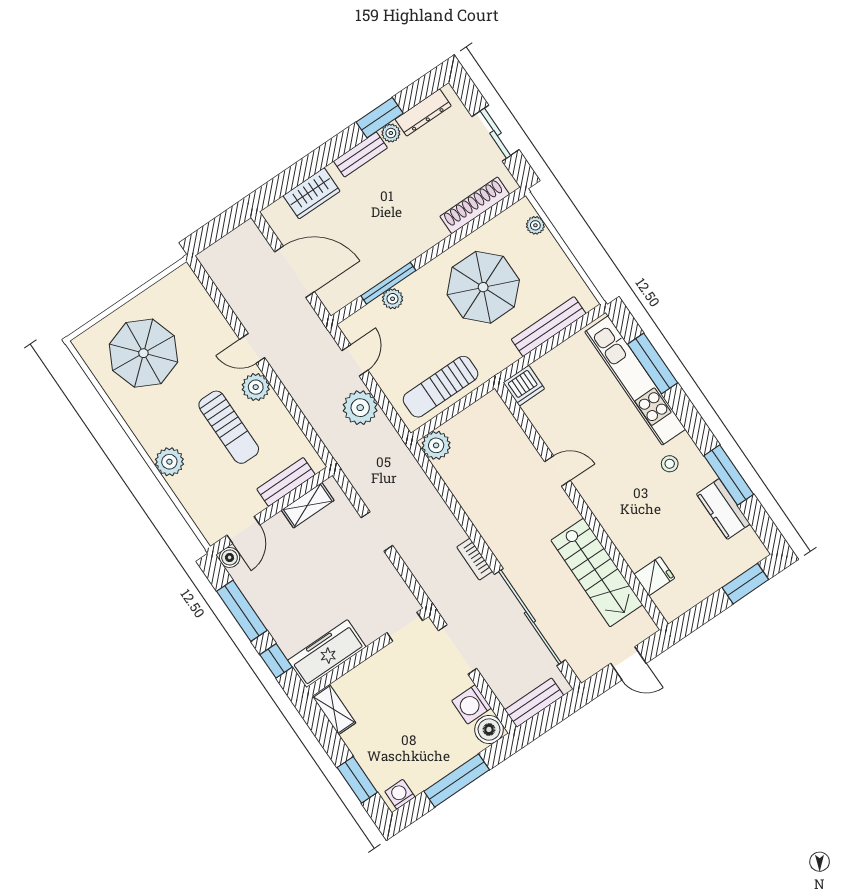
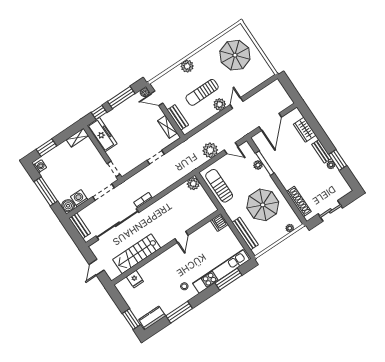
dresser: (423, 113) -> (340, 179), removed
kitchen counter: (723, 509) -> (152, 318), moved

